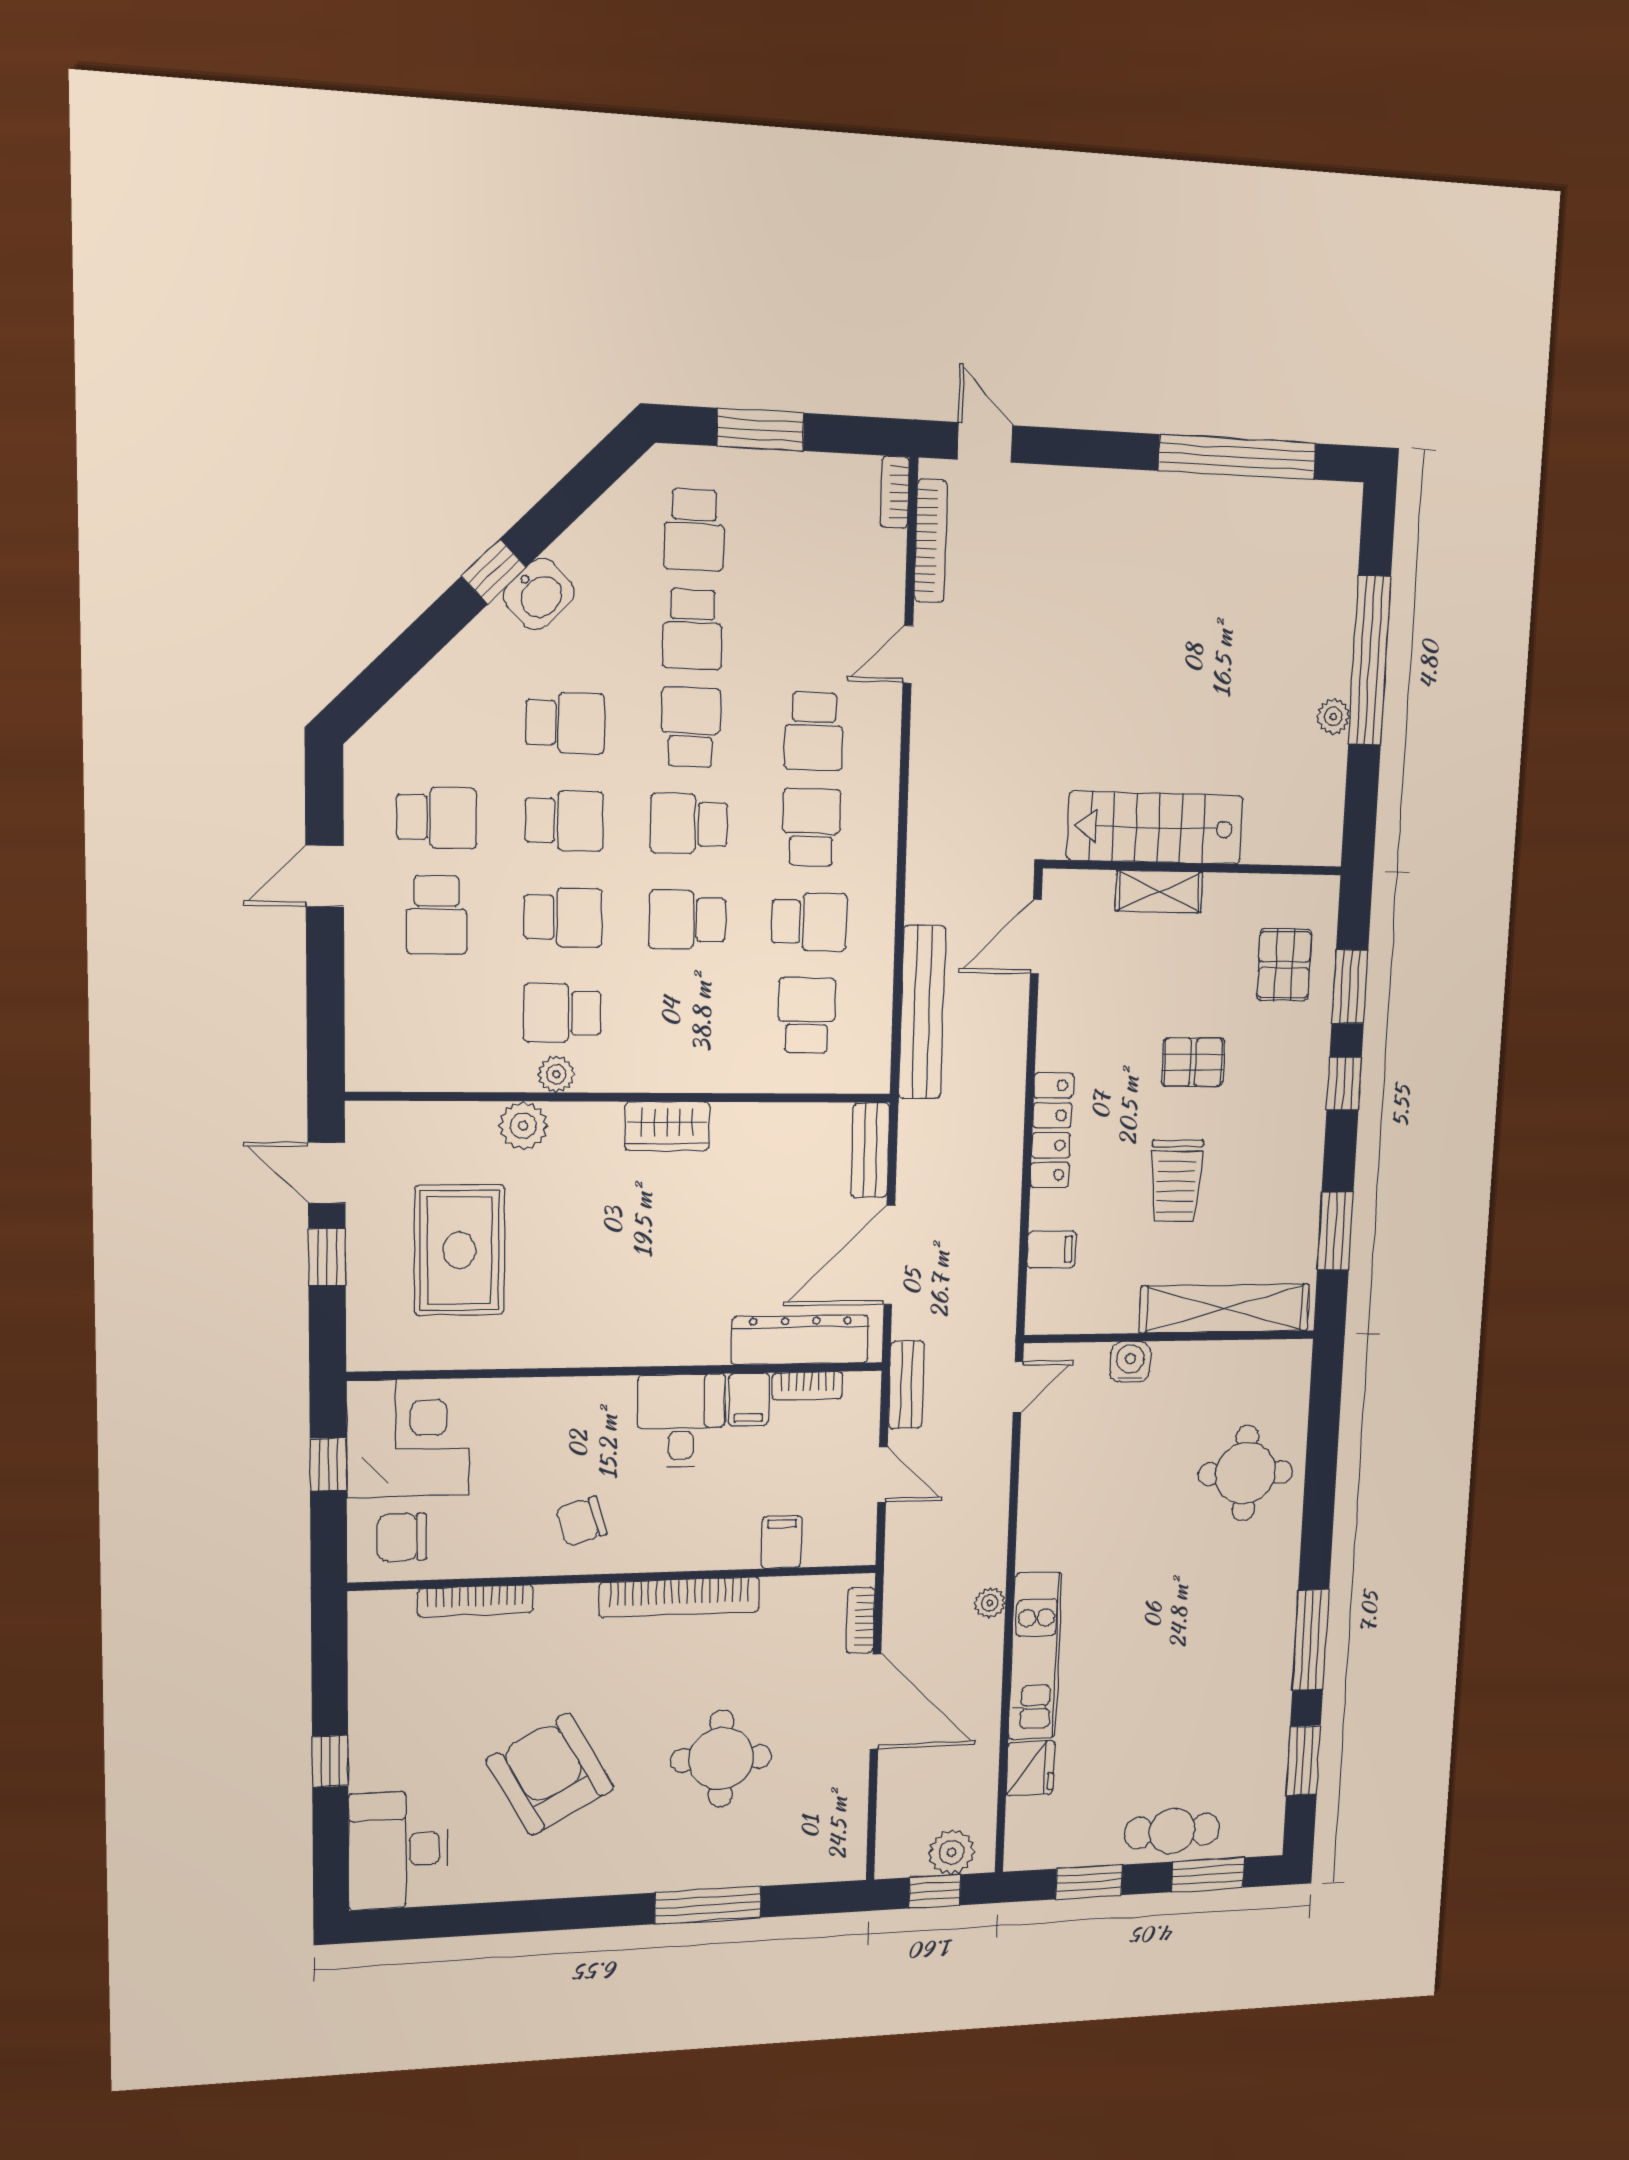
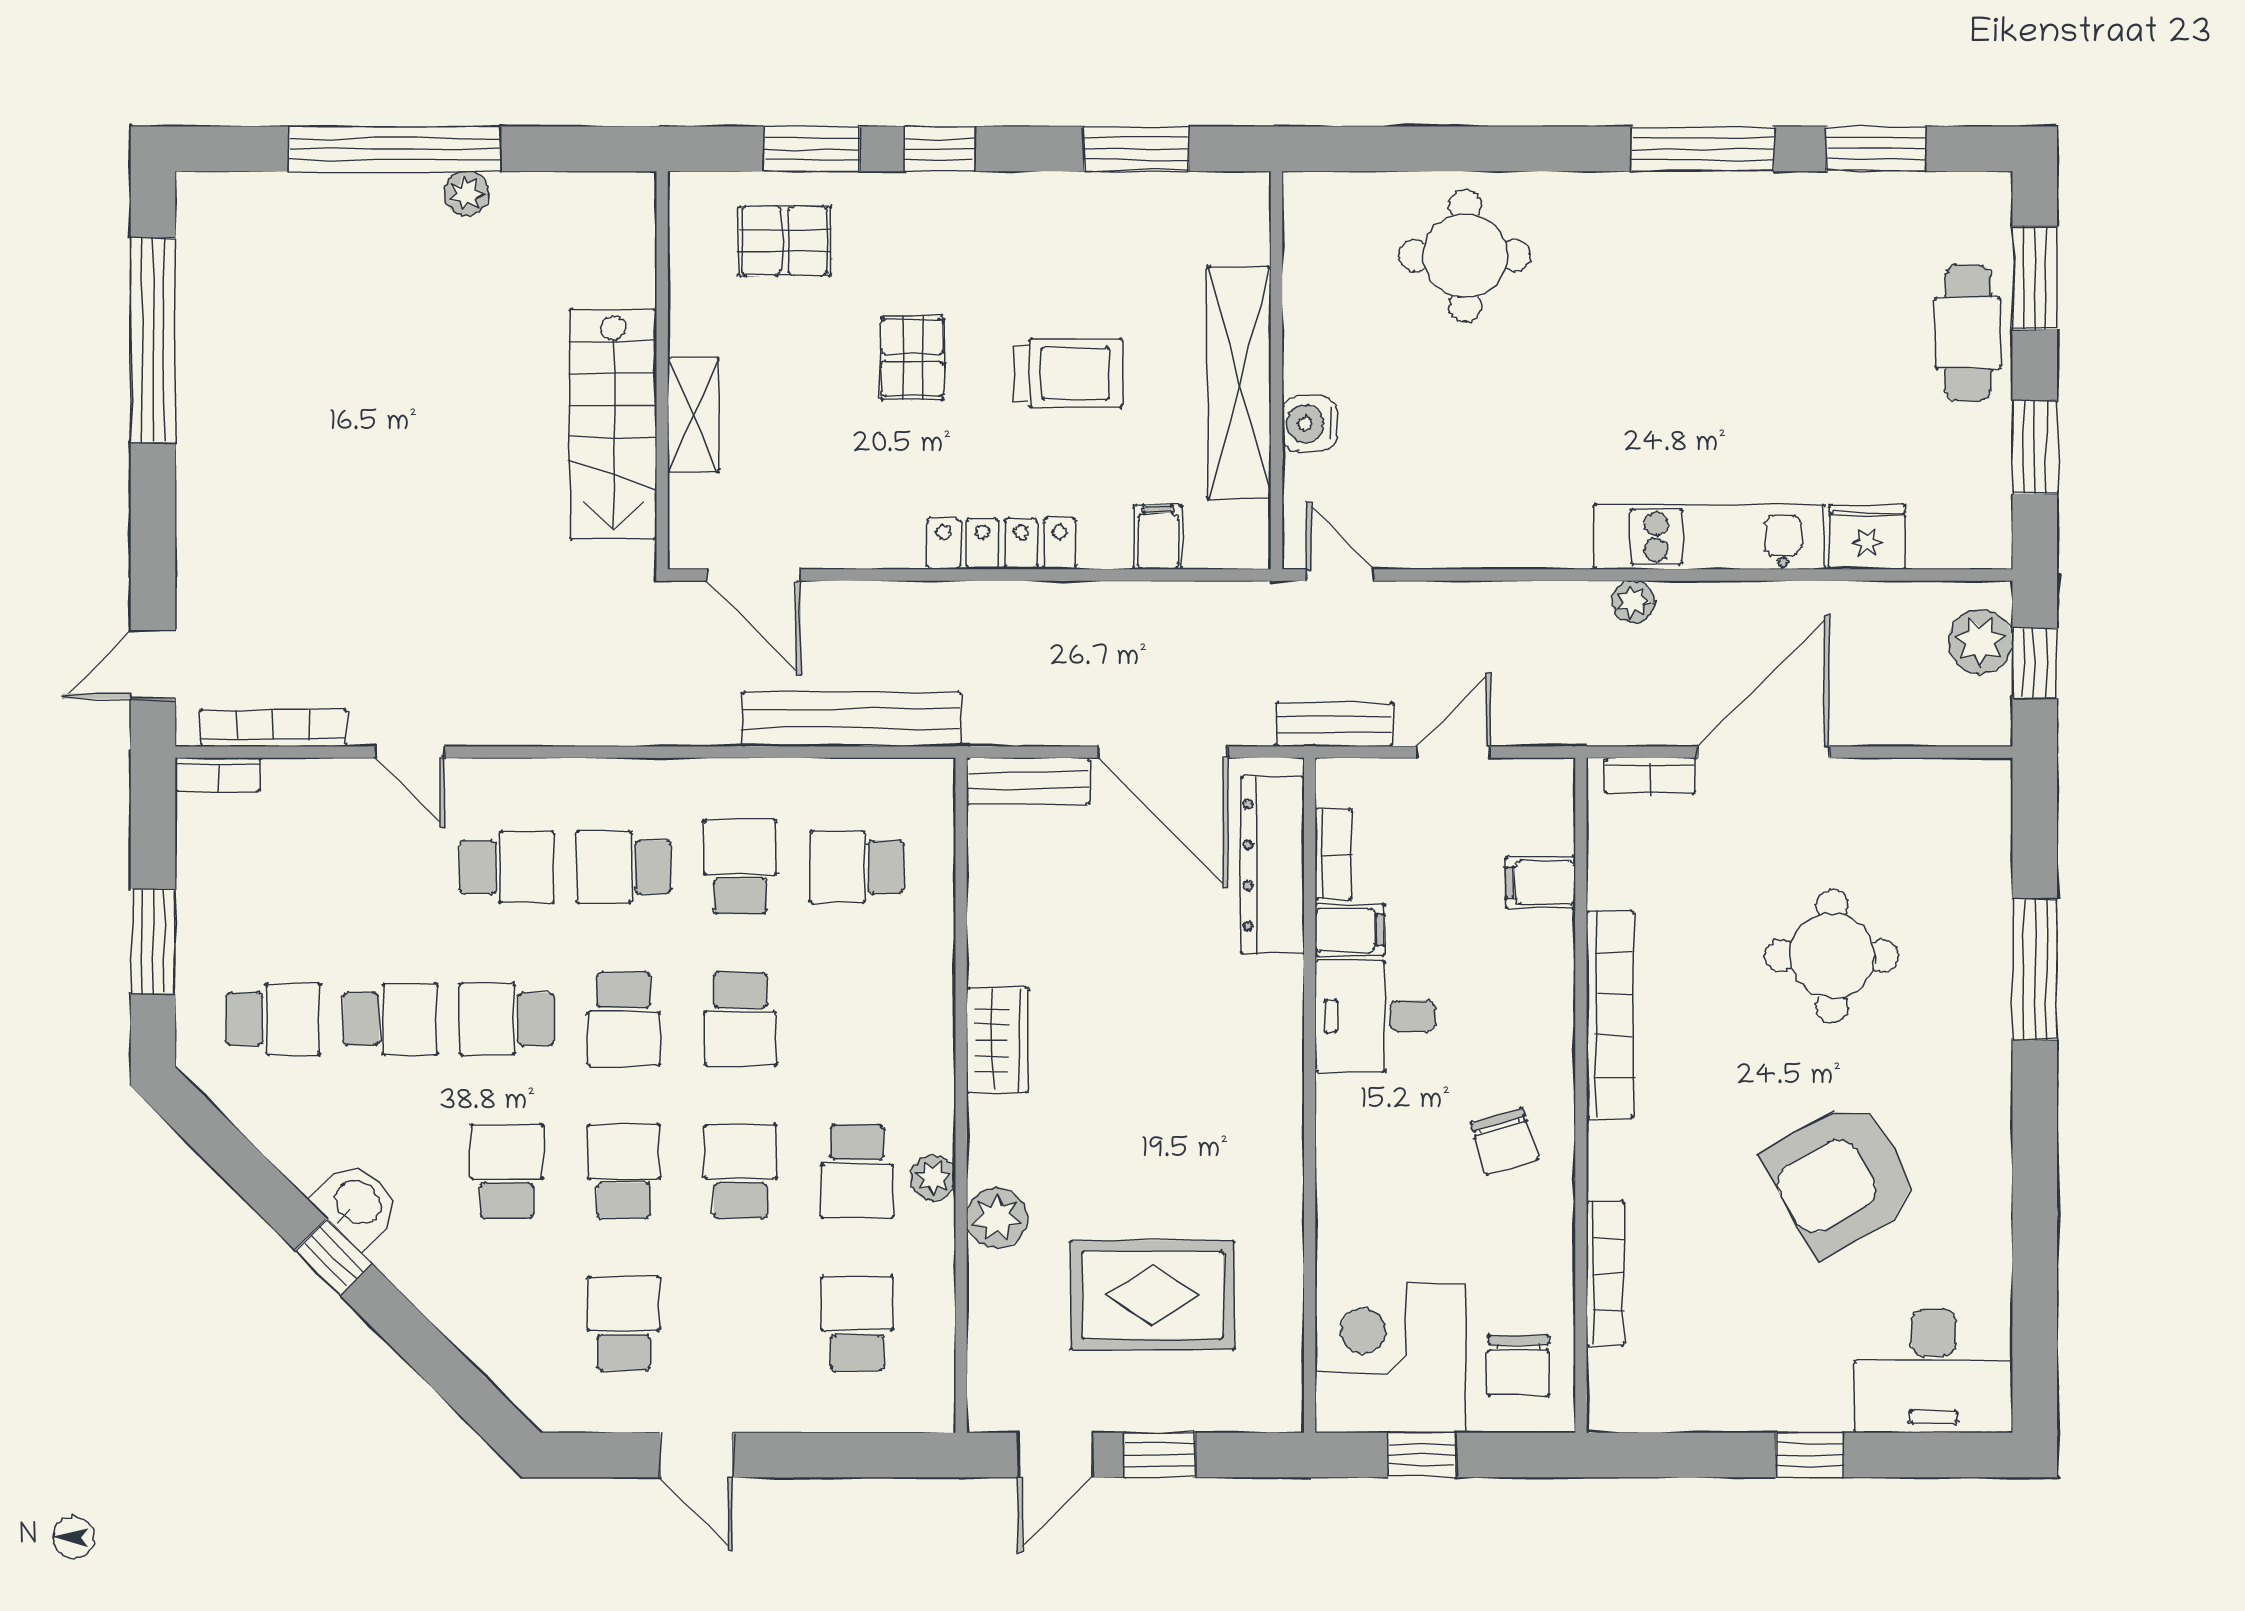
school desk: (437, 915) -> (857, 1323), moved, turned -90
shelving: (1225, 1308) -> (1239, 383), moved

